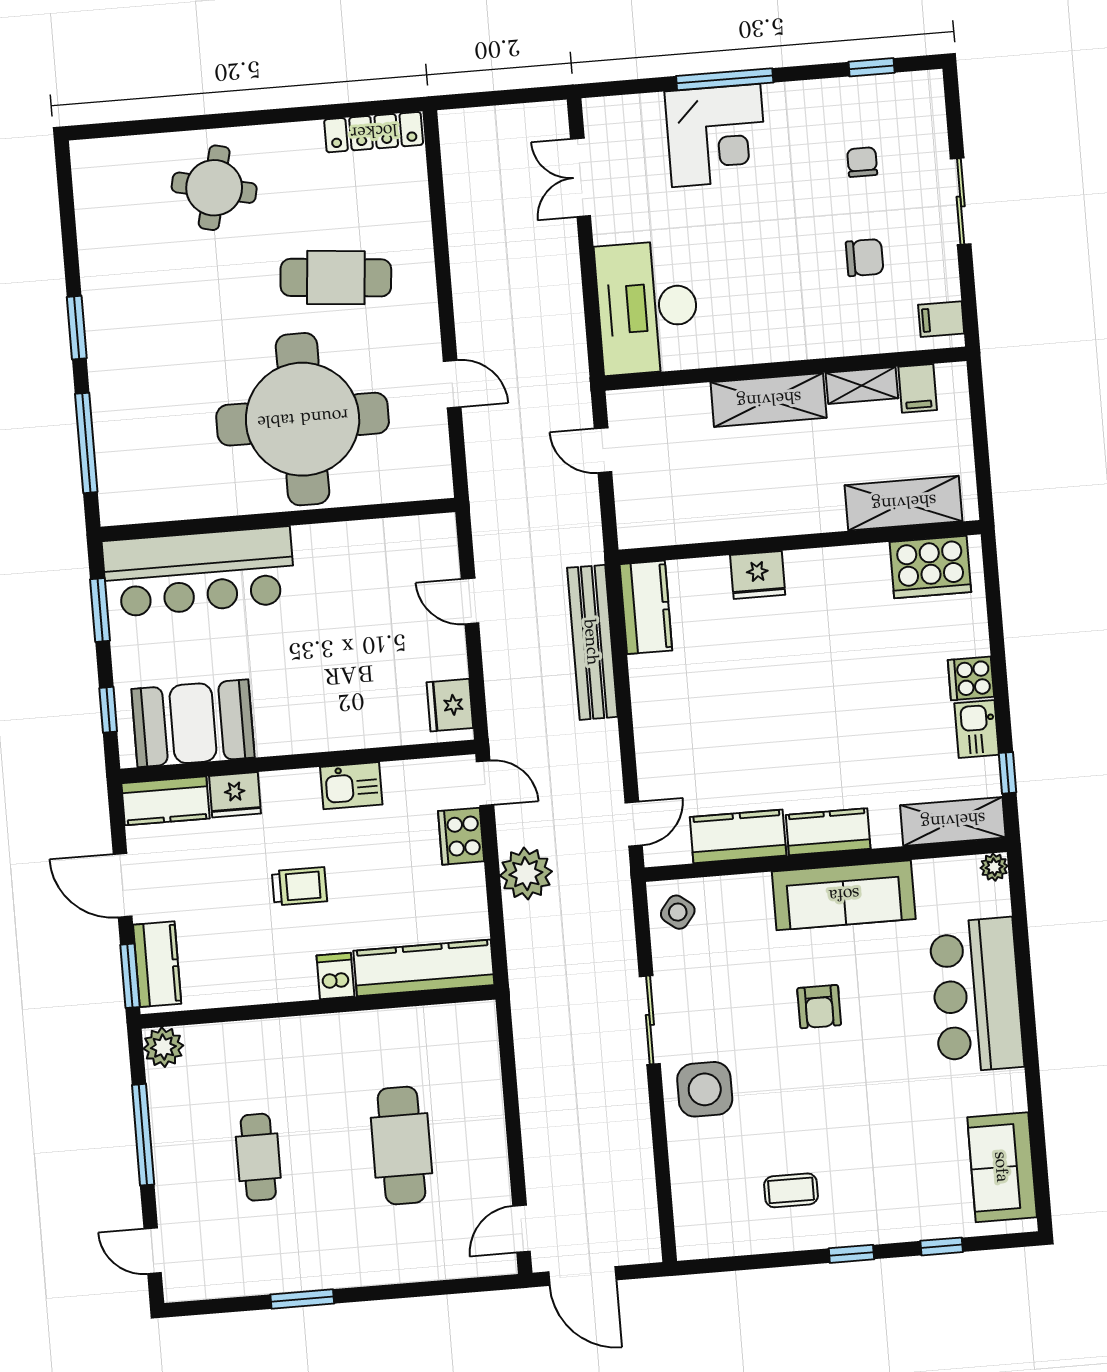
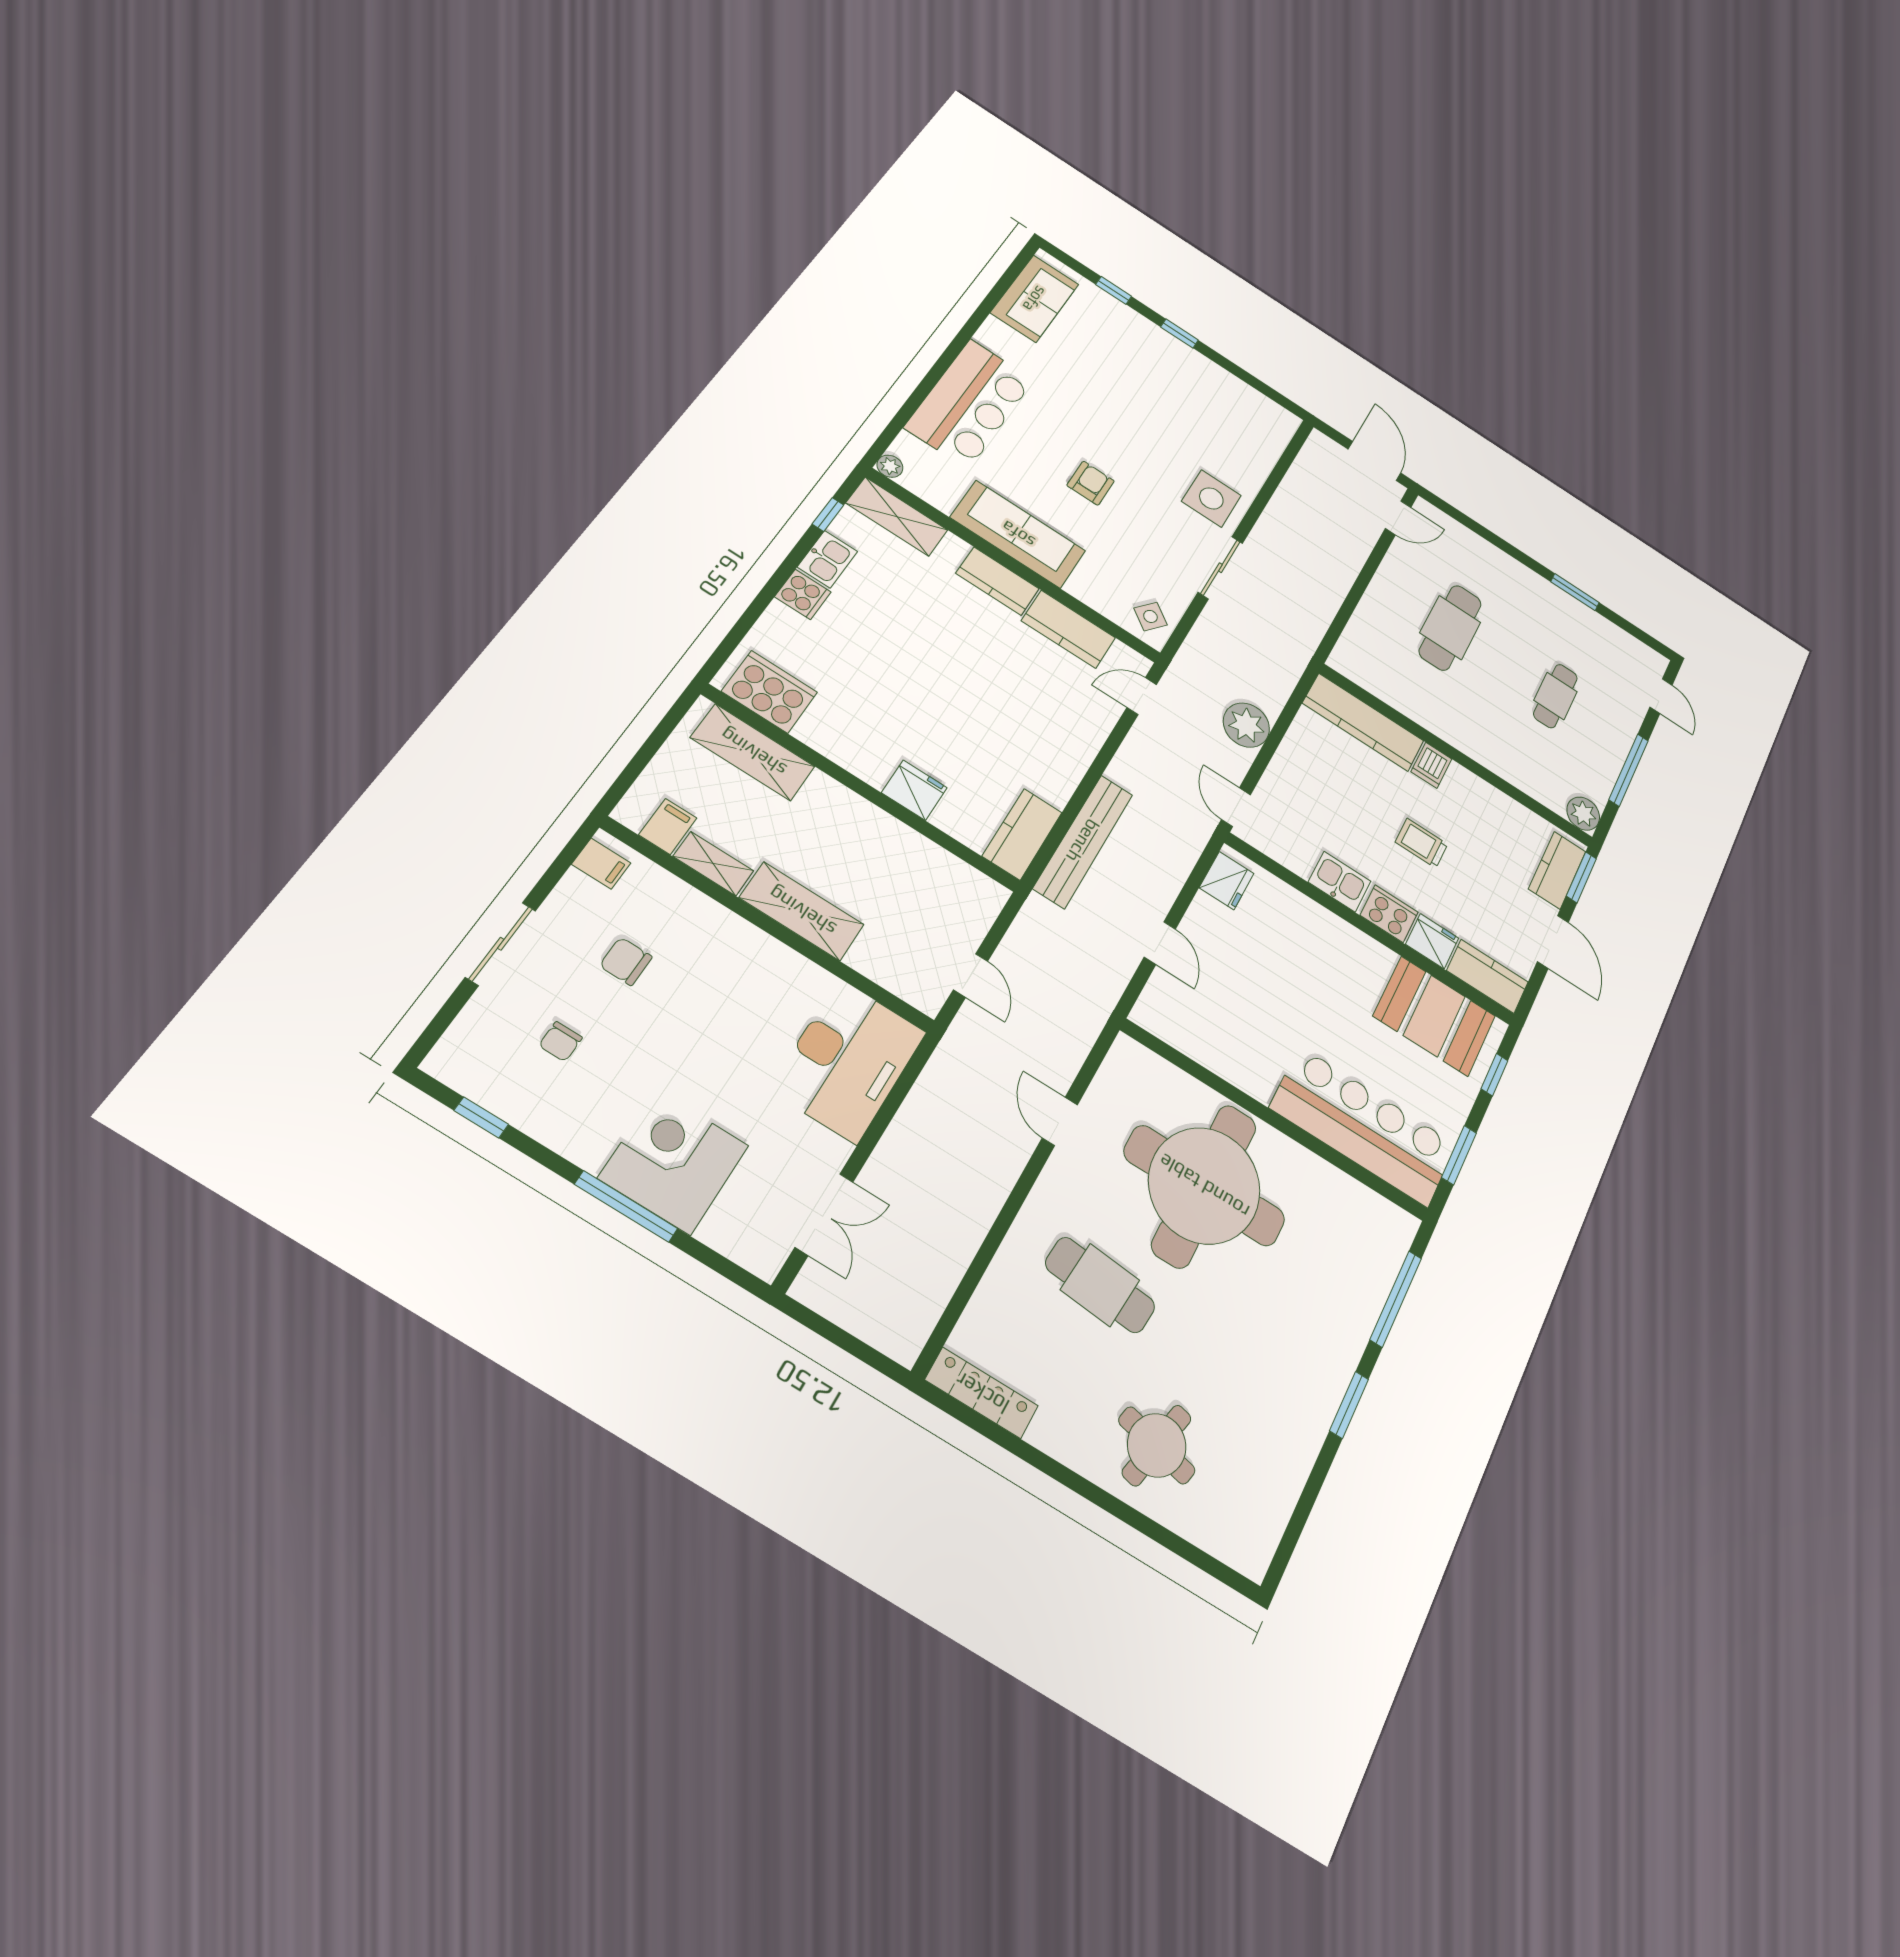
cooker: (461, 836) -> (1389, 914), moved, turned -90
coffee table: (791, 1190) -> (1194, 398), removed

